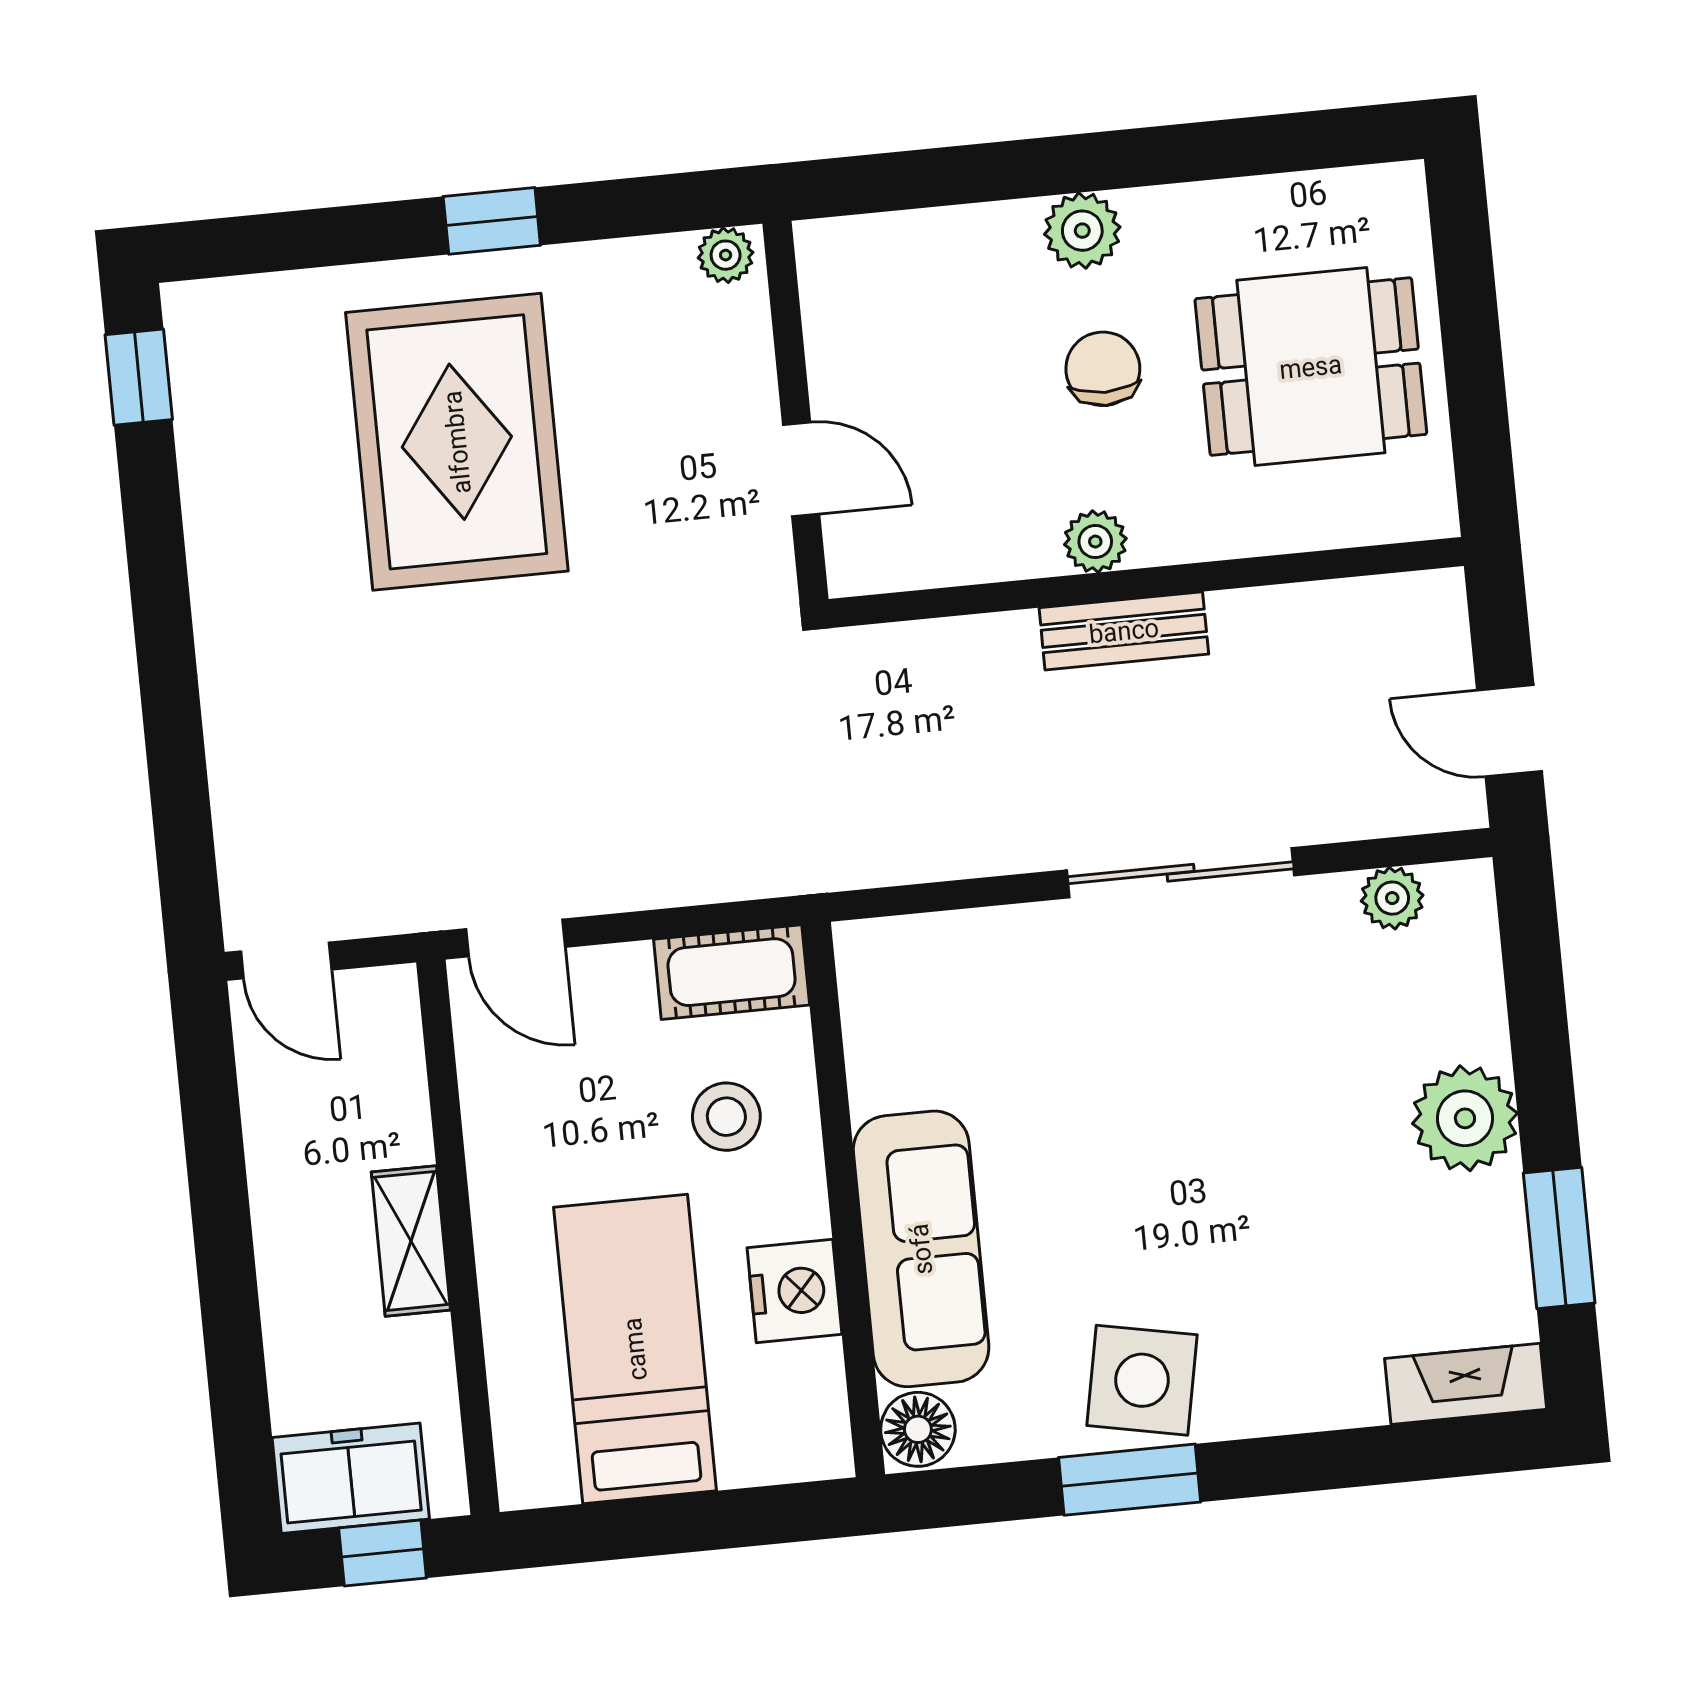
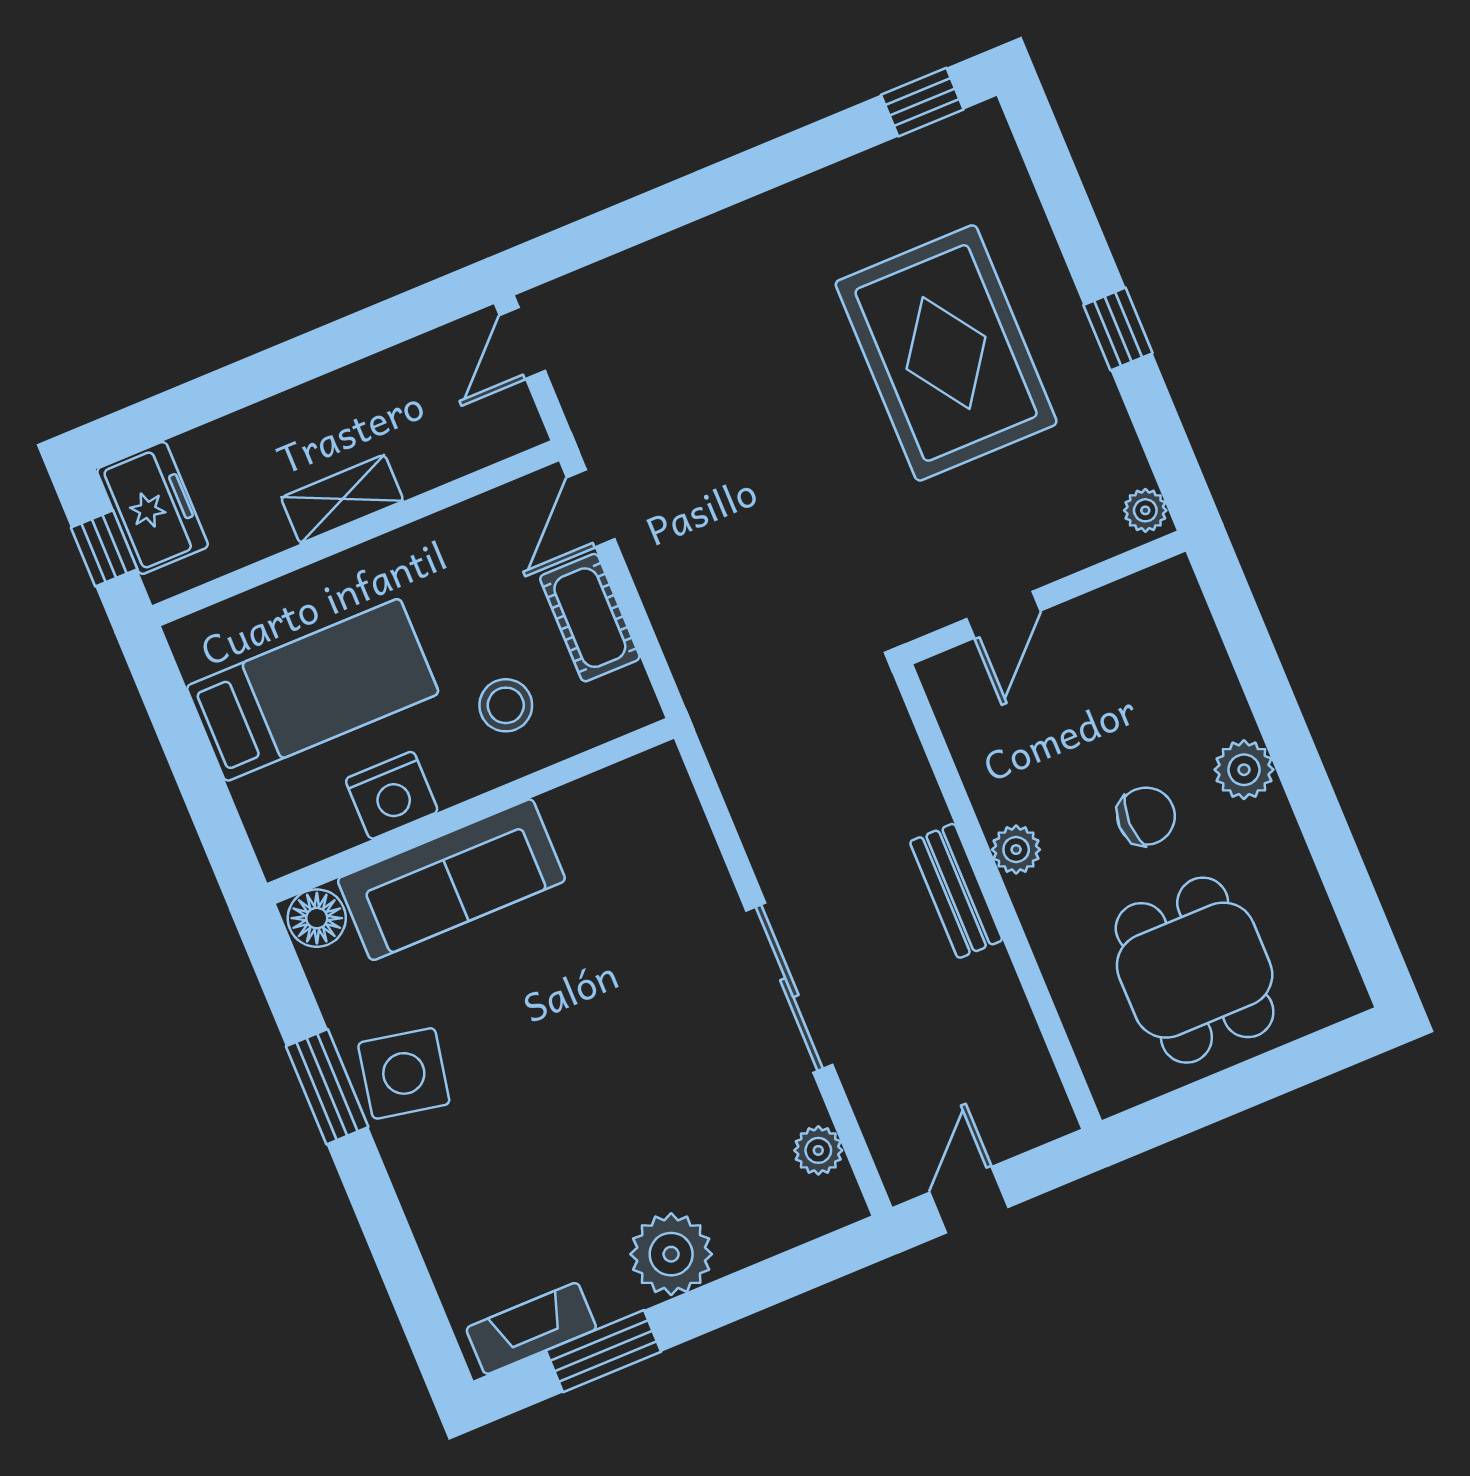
rug: (457, 442) -> (946, 353), turned 90
cot: (732, 972) -> (590, 618), moved
fireplace: (1466, 1384) -> (531, 1328), moved, turned -90

